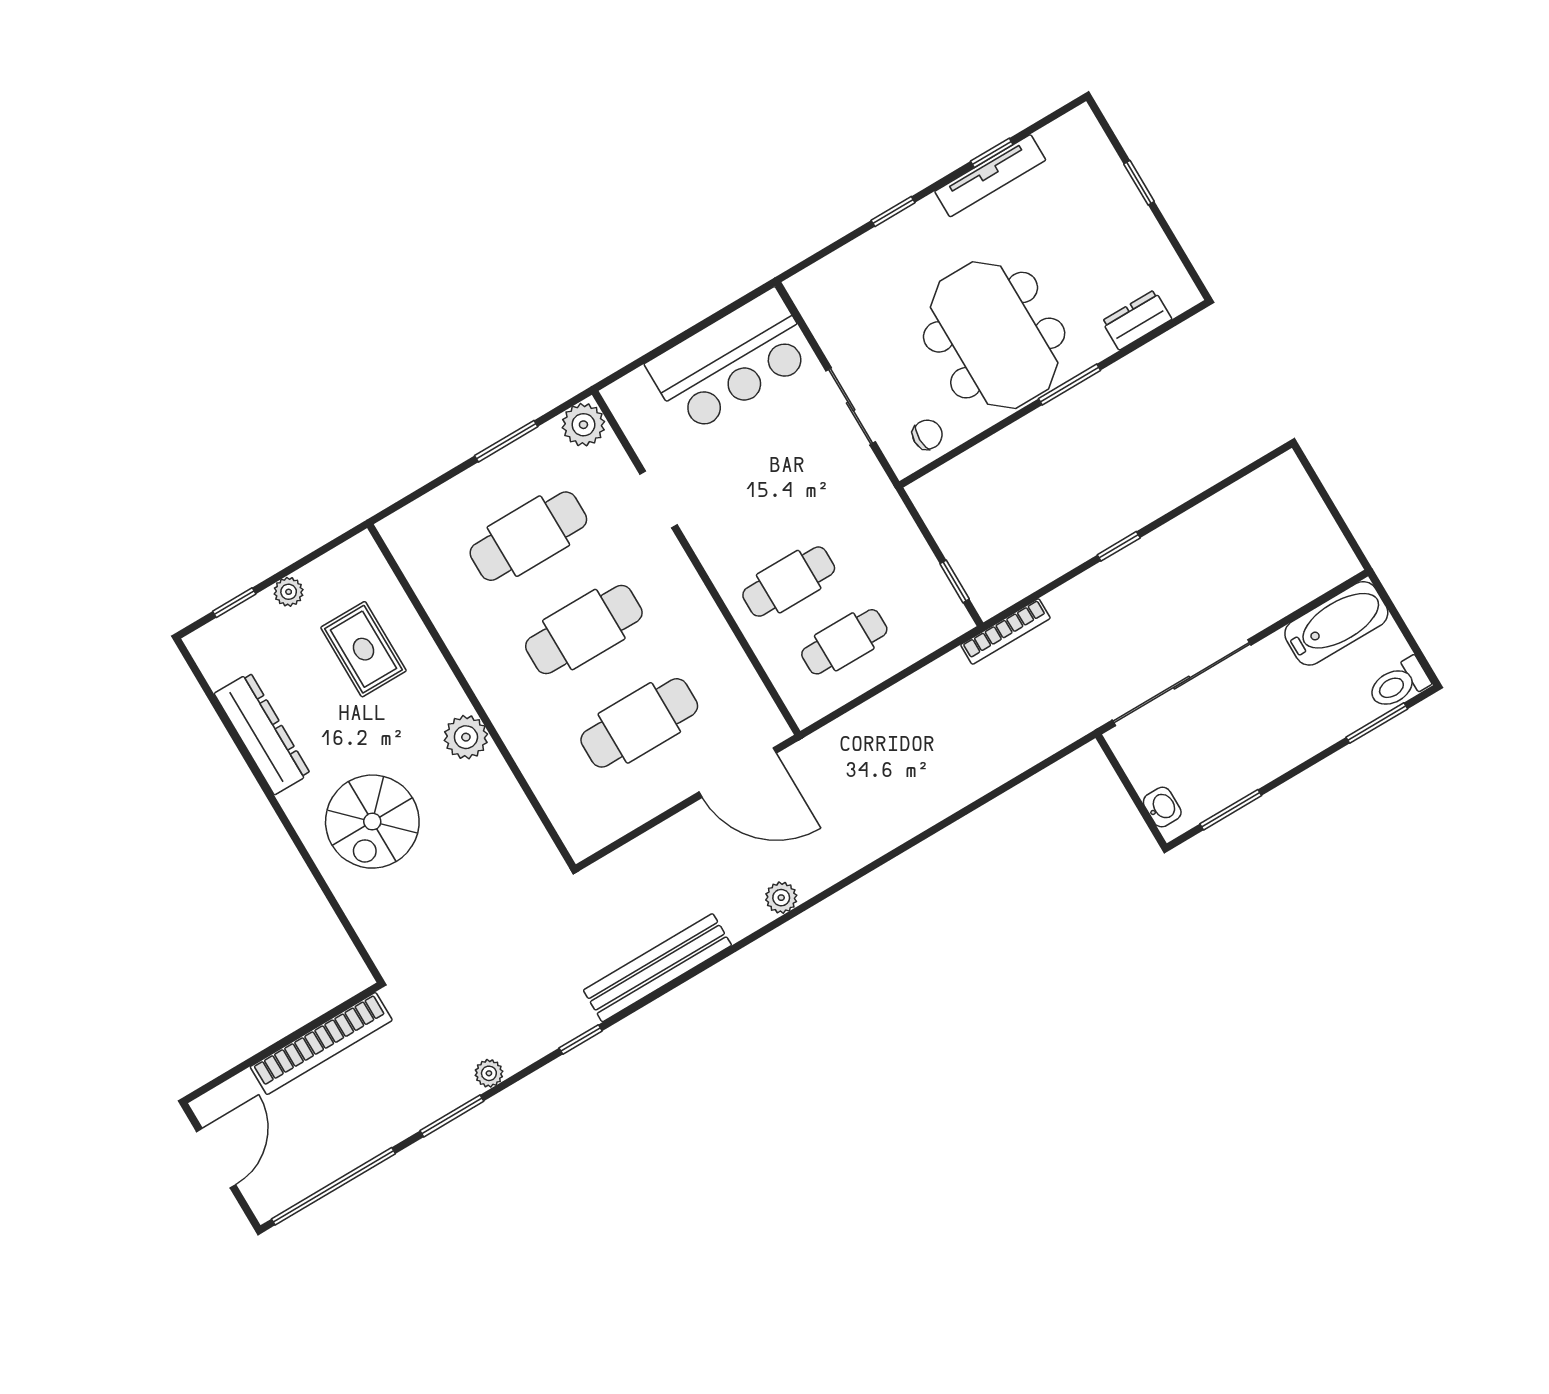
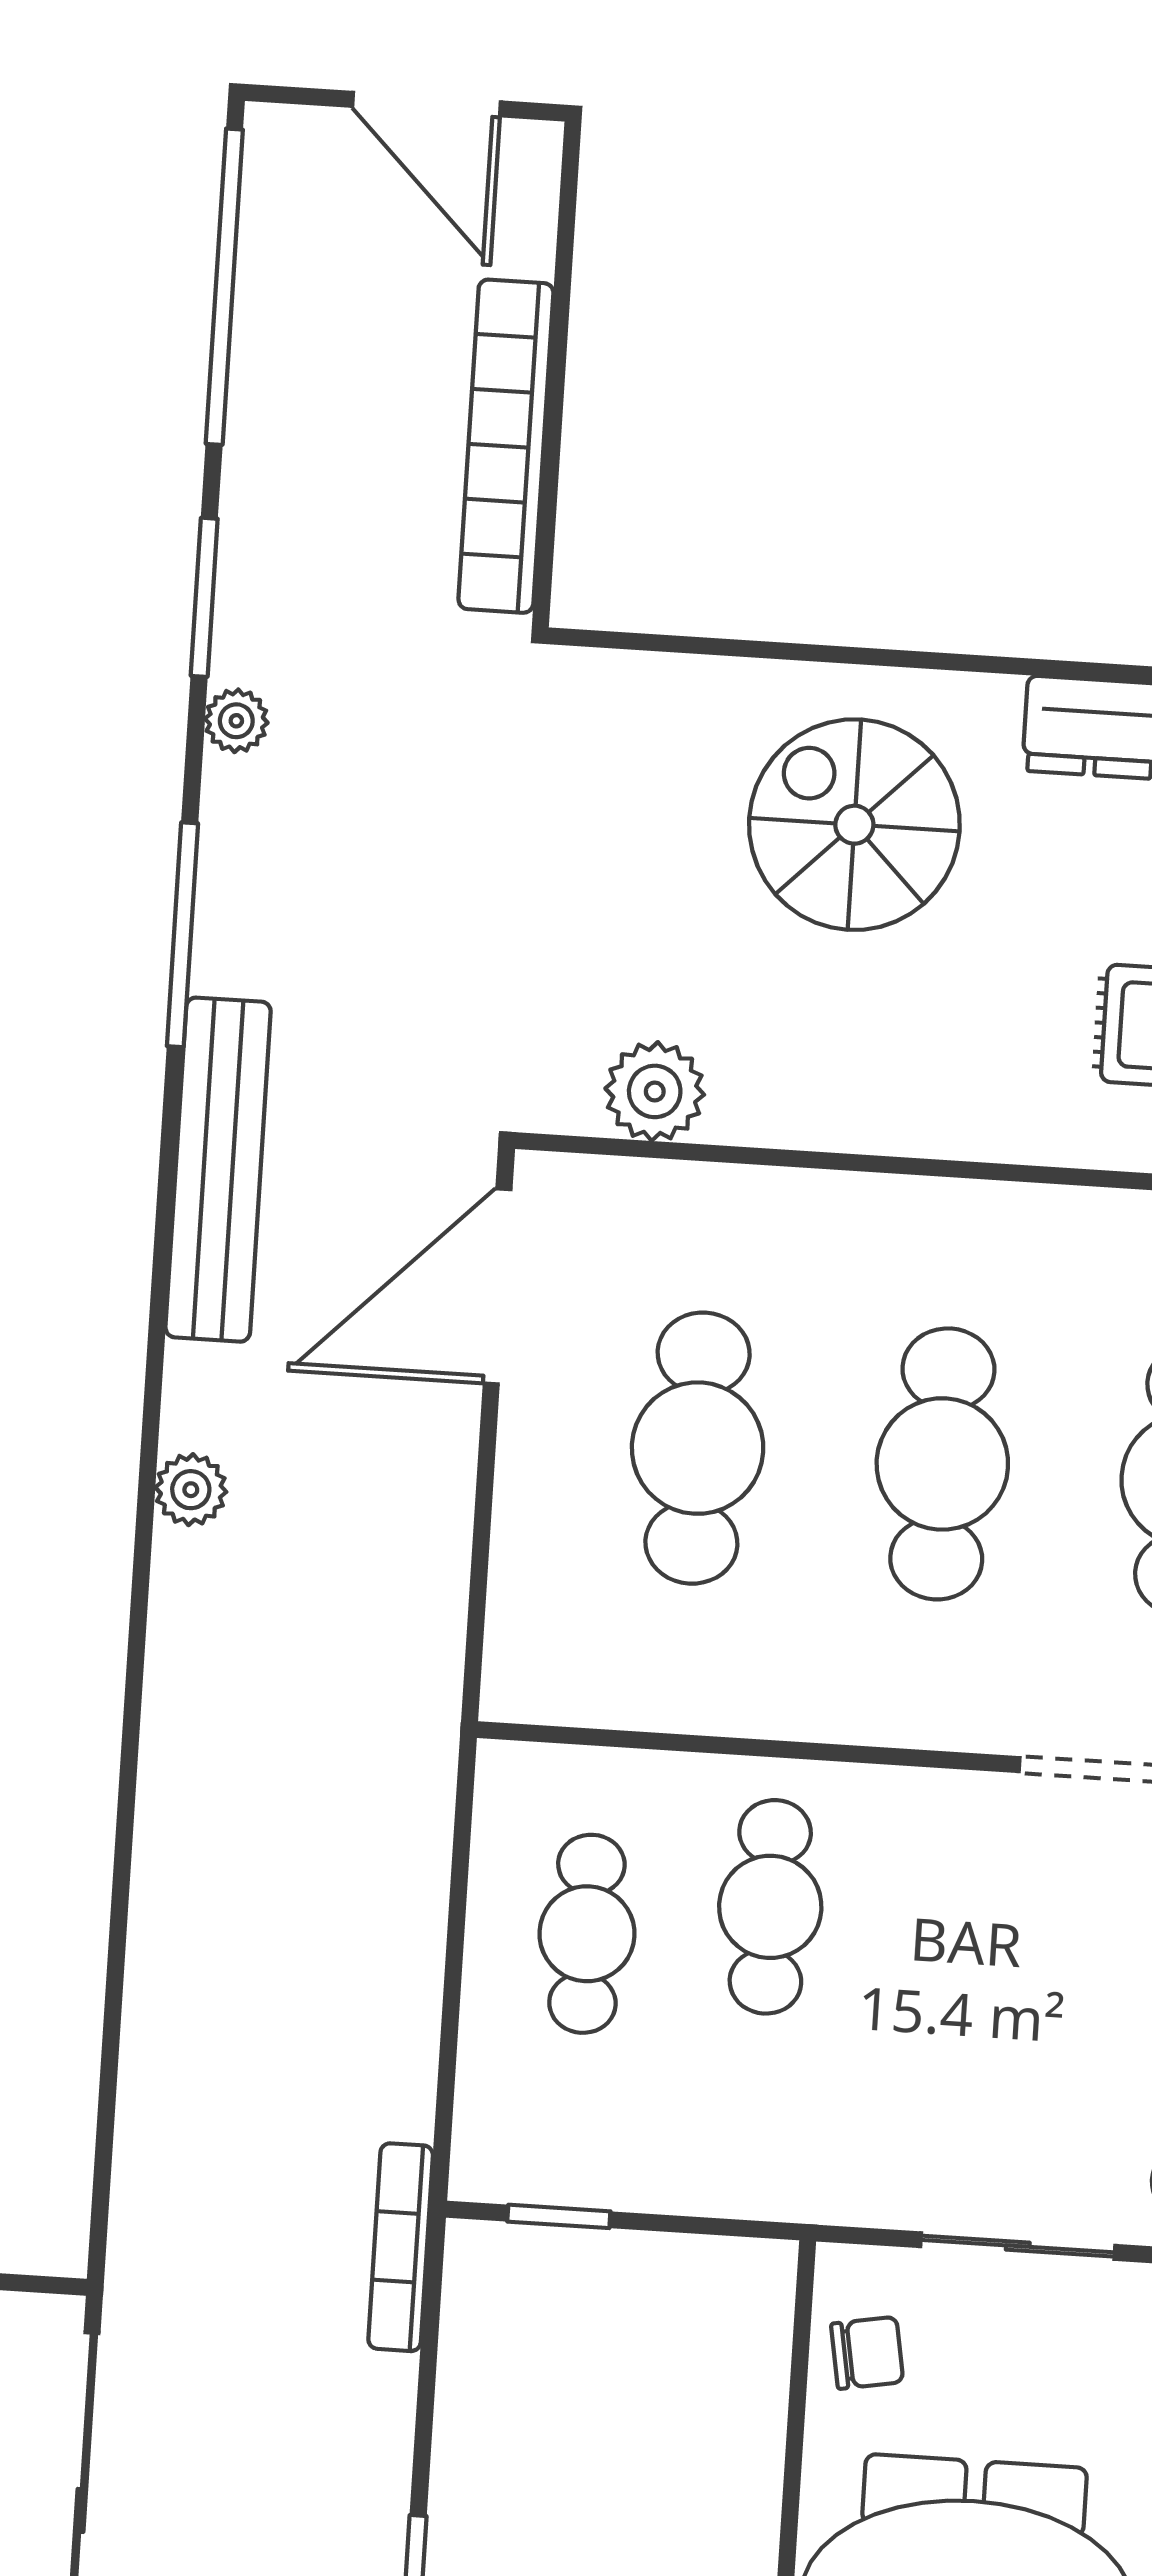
chair: (927, 435) -> (867, 2353), turned -100
plant: (466, 737) -> (655, 1091), moved
door: (738, 773) -> (498, 1286), moved
window: (581, 1039) -> (182, 935), width x2.17

